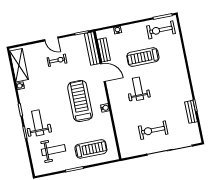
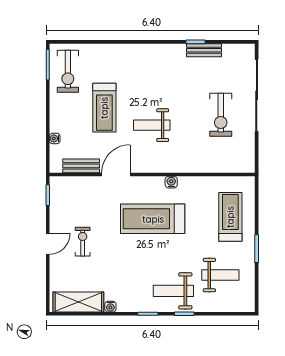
bench: (92, 48) -> (75, 183), removed
weight bench: (54, 150) -> (220, 275), turned 90

